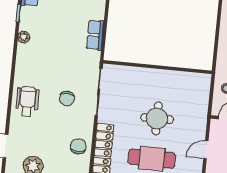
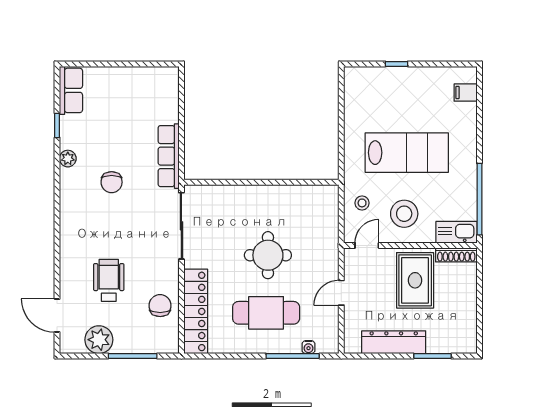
row of seats: (95, 35) -> (169, 156), width x1.48
chair: (67, 98) -> (112, 182), moved
wheelchair: (27, 101) -> (109, 280), moved

